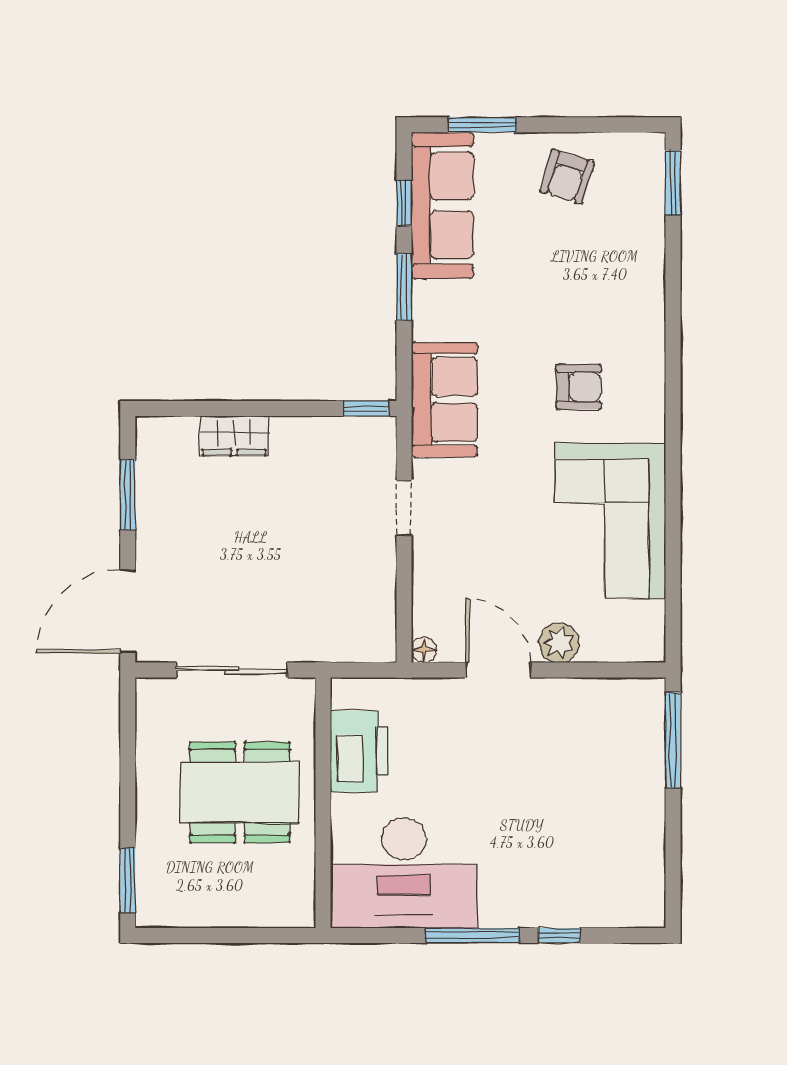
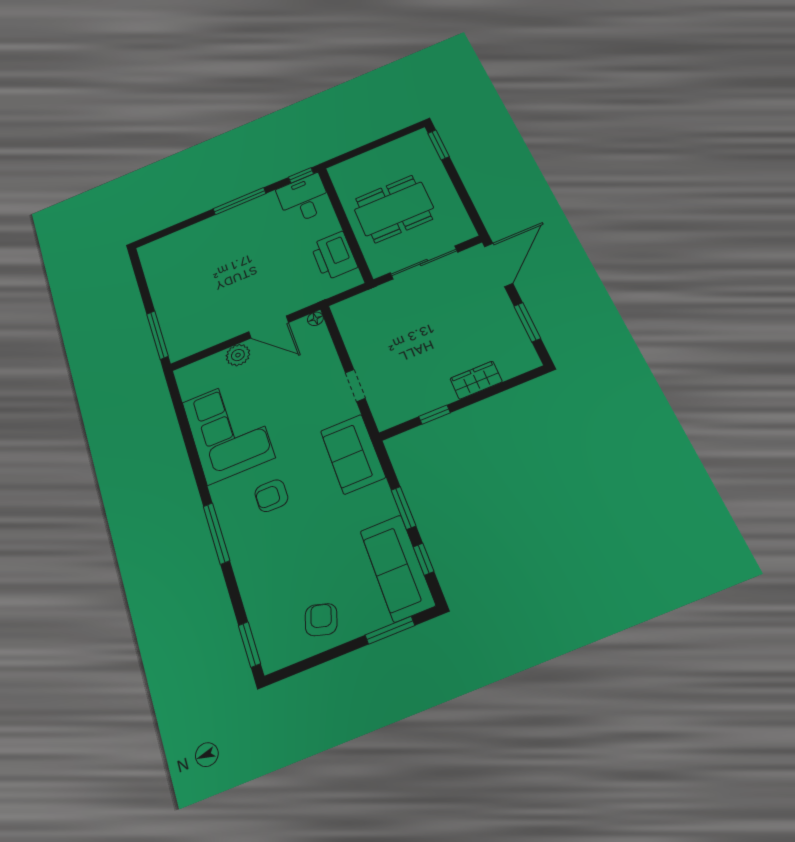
window: (673, 364) -> (216, 533), added
window: (366, 408) -> (435, 415), moved
desk: (404, 873) -> (304, 199), width x0.53, depth x0.77
window: (559, 935) -> (301, 175), moved

